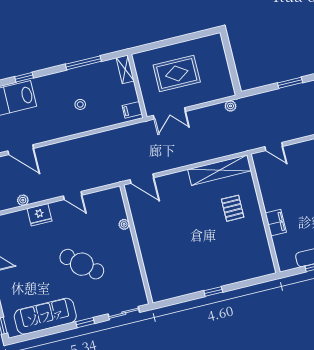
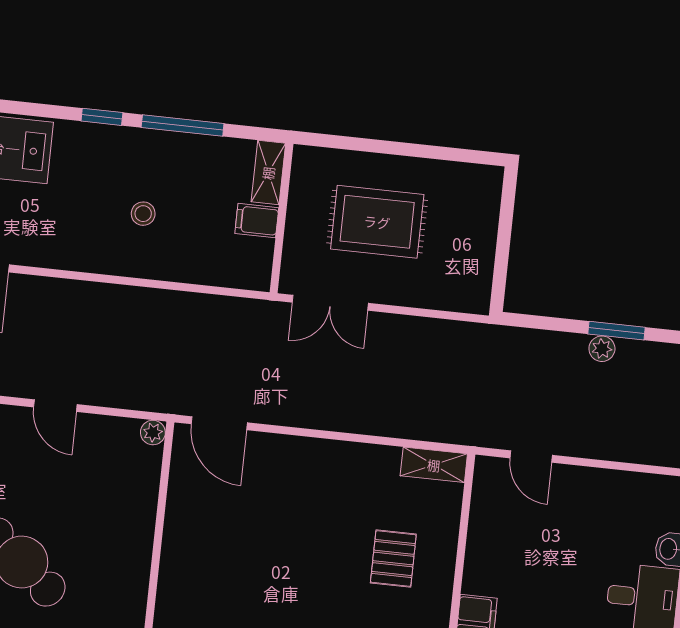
window: (24, 77) -> (102, 117), moved
plant: (230, 106) -> (602, 349), moved
filing cabinet: (132, 110) -> (257, 221), moved
shelving: (220, 170) -> (434, 465), width x0.45, depth x0.75
plant: (124, 224) -> (153, 433), moved

